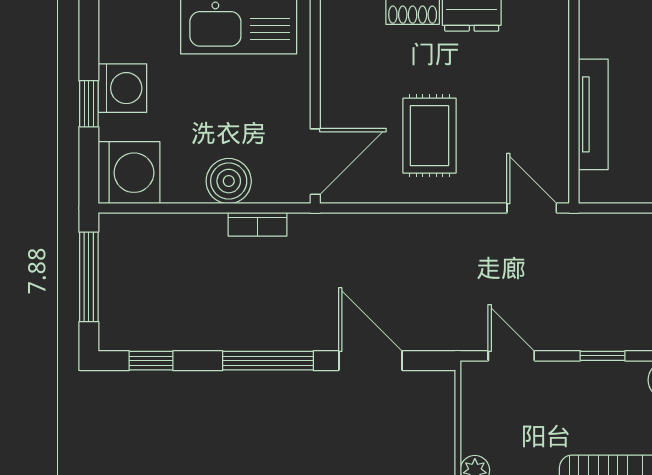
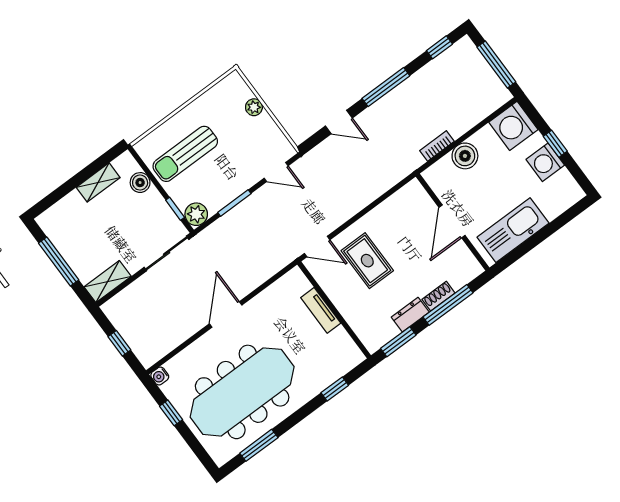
tv unit: (593, 114) -> (321, 310), width x0.71
rug: (429, 136) -> (367, 261), moved
door: (315, 162) -> (452, 221), moved
window: (603, 356) -> (234, 203), width x1.50
door: (370, 361) -> (339, 122), width x0.73

